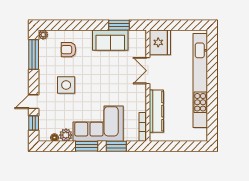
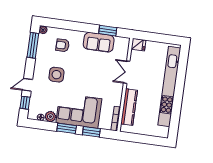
fridge: (160, 42) -> (138, 45), width x0.53, depth x0.75

